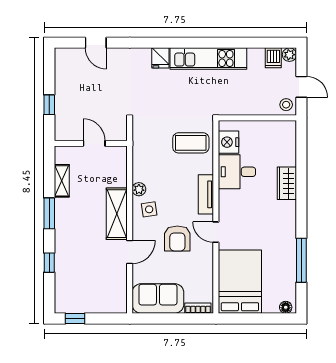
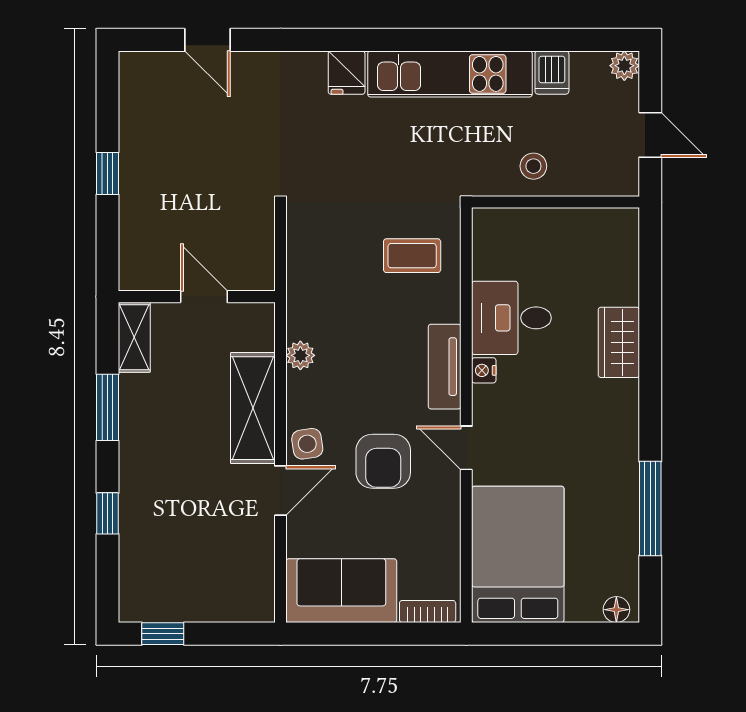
dishwasher: (273, 58) -> (552, 73), moved
stool: (286, 105) -> (533, 166), moved
nightstand: (229, 142) -> (484, 370), moved, width x0.53, depth x0.56
wall: (91, 143) -> (197, 297), moved
door: (94, 143) -> (204, 297), moved
coffee table: (191, 143) -> (412, 256), width x0.73, depth x0.77
side table: (149, 209) -> (307, 444), moved

